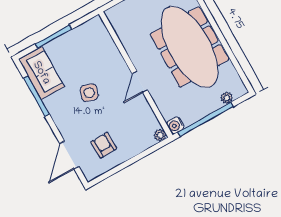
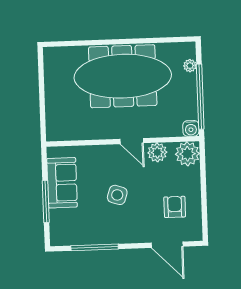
sofa: (41, 73) -> (62, 183), moved, turned 90
plant: (141, 108) -> (157, 152), added
plant: (160, 135) -> (187, 154), width x1.88, depth x1.88
armchair: (104, 145) -> (175, 207), turned 92

